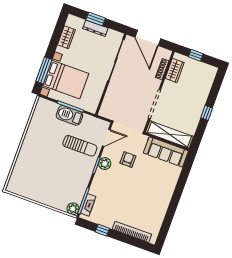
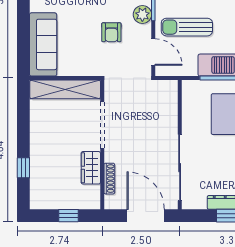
wardrobe: (175, 70) -> (91, 168), moved
window: (207, 113) -> (23, 168), moved
door: (106, 138) -> (153, 52), swing flipped
sofa: (166, 152) -> (43, 44), moved, turned 90

